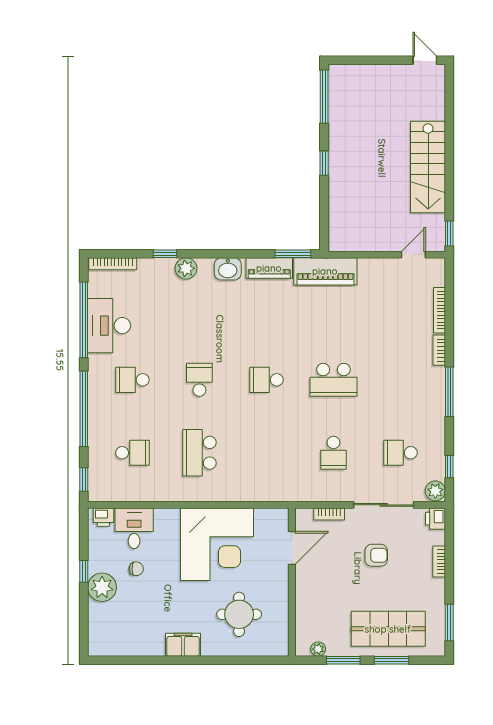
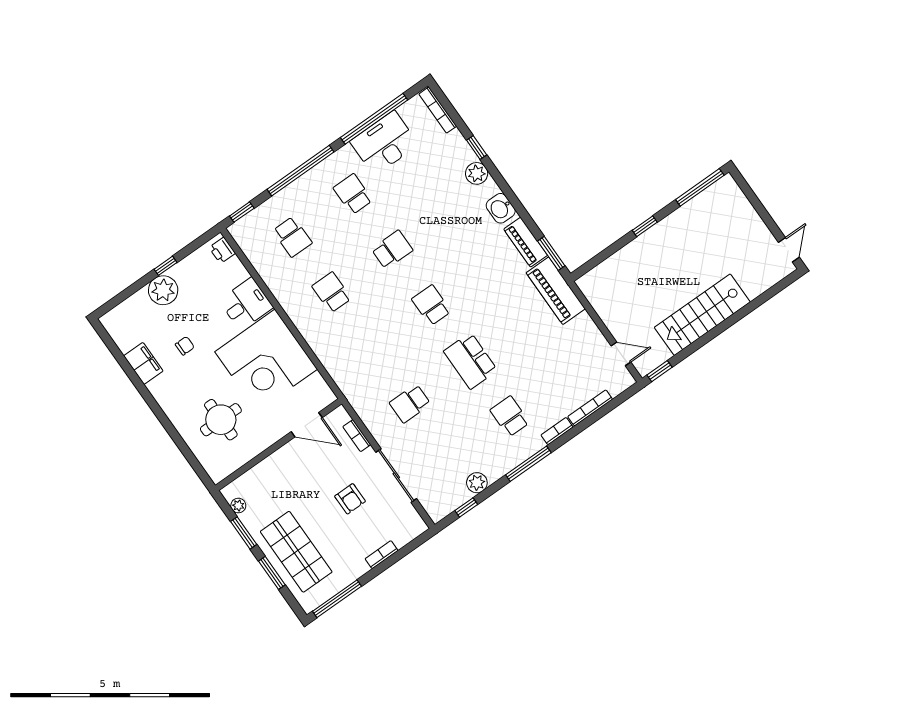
school desk: (199, 453) -> (332, 292), width x0.54
school desk: (401, 453) -> (510, 416), moved
plant: (435, 491) -> (477, 483), moved
printer: (435, 519) -> (415, 527), removed
desk: (134, 528) -> (246, 304), moved
chair: (136, 569) -> (185, 346), moved, turned -90
window: (449, 622) -> (337, 599), width x1.44
filing cabinet: (183, 645) -> (143, 363), moved

